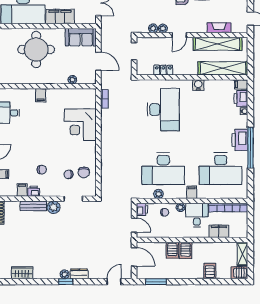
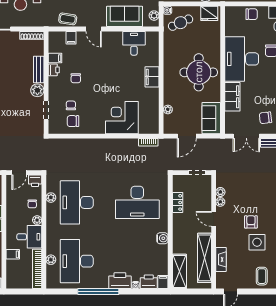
shelving: (223, 68) -> (179, 271), width x0.68
filing cabinet: (41, 95) -> (152, 77), width x2.00
printer: (240, 140) -> (120, 281), moved
filing cabinet: (192, 192) -> (53, 231), removed
plant: (219, 194) -> (51, 260), added
filing cabinet: (219, 231) -> (13, 254), width x0.50

